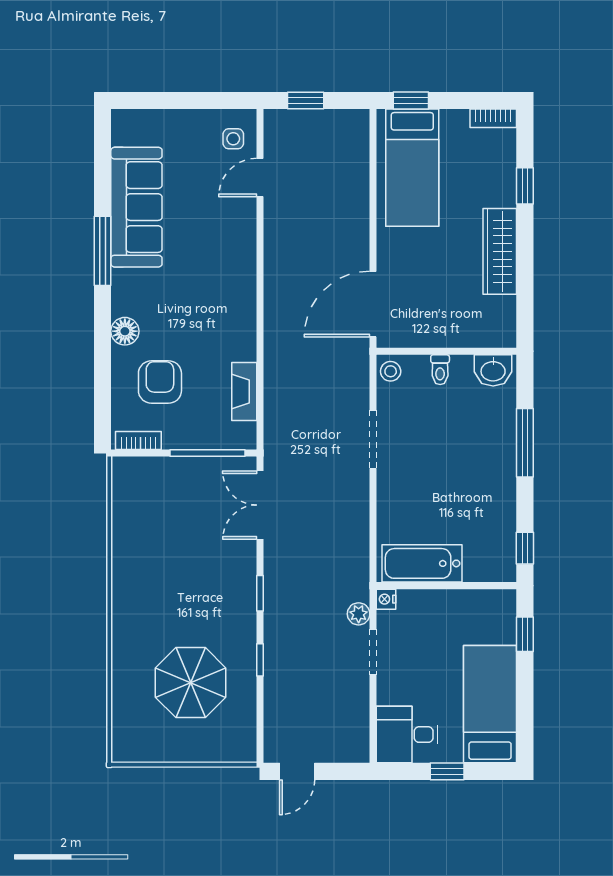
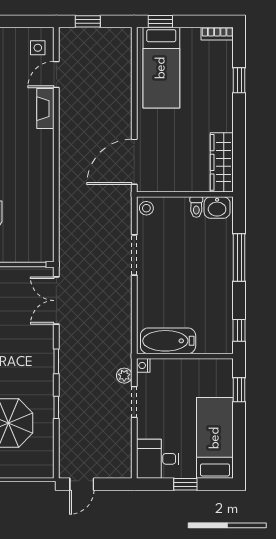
wardrobe: (500, 251) -> (222, 162), moved
toilet: (440, 370) -> (196, 207), moved
fireplace: (244, 391) -> (45, 109), moved

